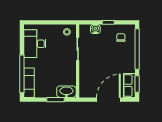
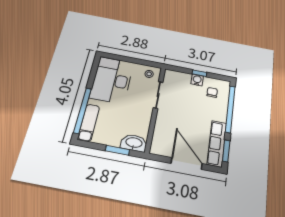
water cooler: (95, 29) -> (197, 80), moved
desk: (35, 44) -> (112, 80), width x1.36, depth x1.30
row of seats: (129, 85) -> (217, 143), width x1.48
door: (108, 100) -> (187, 164), hinge flipped

